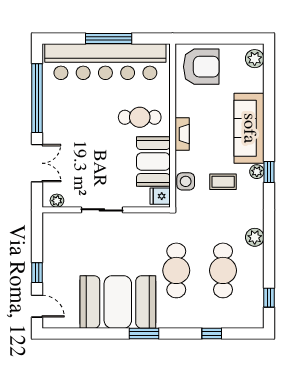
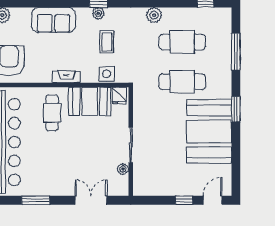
window: (37, 98) -> (36, 200), width x0.47
sofa: (249, 128) -> (54, 20), width x0.73
plant: (57, 201) -> (123, 169), moved
window: (212, 334) -> (236, 52), width x2.17

